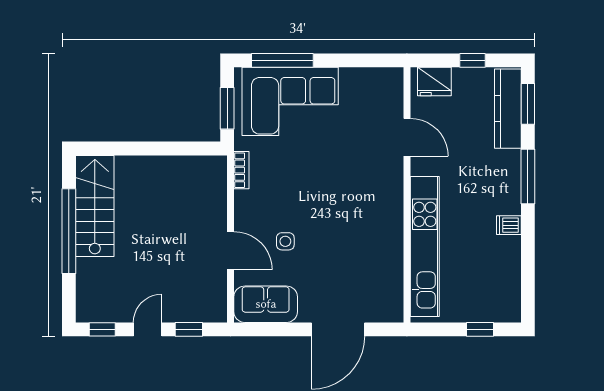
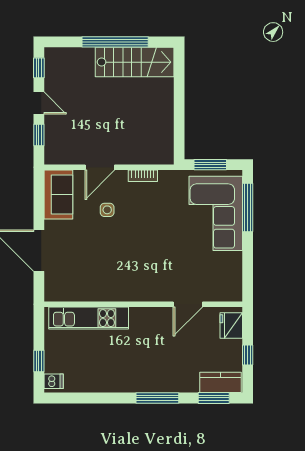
kitchen counter: (508, 109) -> (220, 382), width x0.67
bookcase: (241, 170) -> (143, 176), moved
dishwasher: (509, 225) -> (54, 381), moved, turned 90
kitchen unit: (425, 247) -> (89, 318), width x0.73

